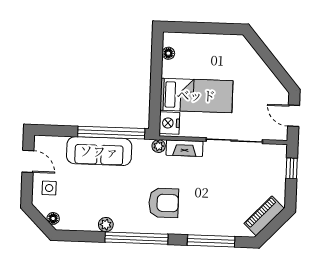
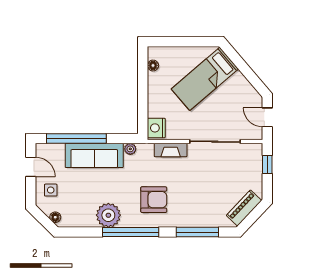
bed: (196, 95) -> (205, 79), moved, turned 139
window: (111, 133) -> (76, 138), moved
plant: (159, 146) -> (130, 149), moved
plant: (106, 225) -> (108, 215), width x1.88, depth x1.88

